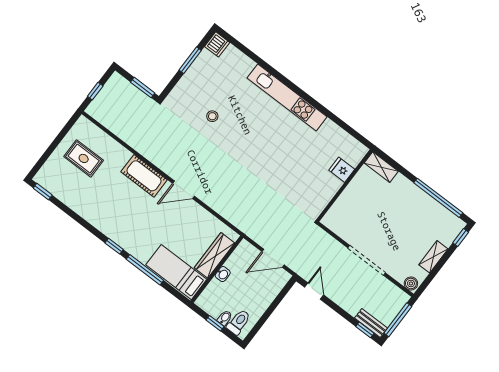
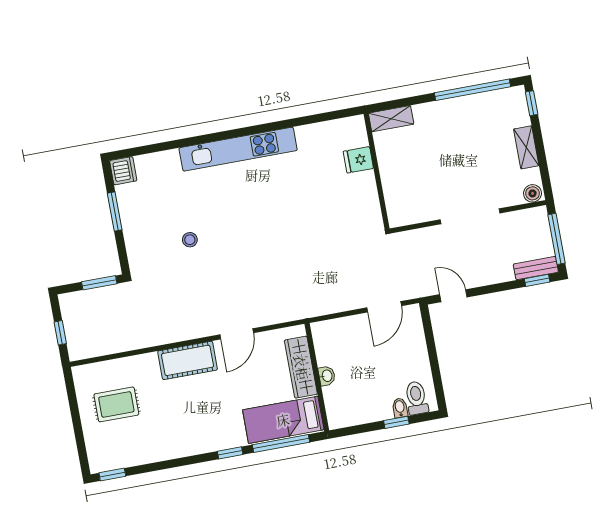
wardrobe: (214, 255) -> (301, 367), moved
wall: (217, 269) -> (317, 377), moved
bed: (176, 272) -> (283, 420), moved
washbasin: (223, 274) -> (327, 376), moved

